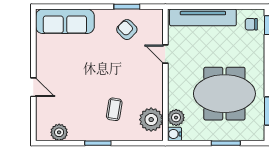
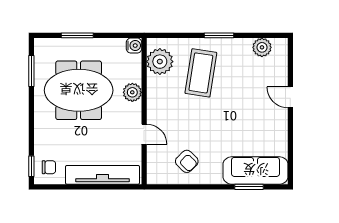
window: (127, 7) -> (249, 187), moved
coffee table: (114, 109) -> (201, 73), width x1.86, depth x1.72
plant: (176, 118) -> (132, 92), moved

